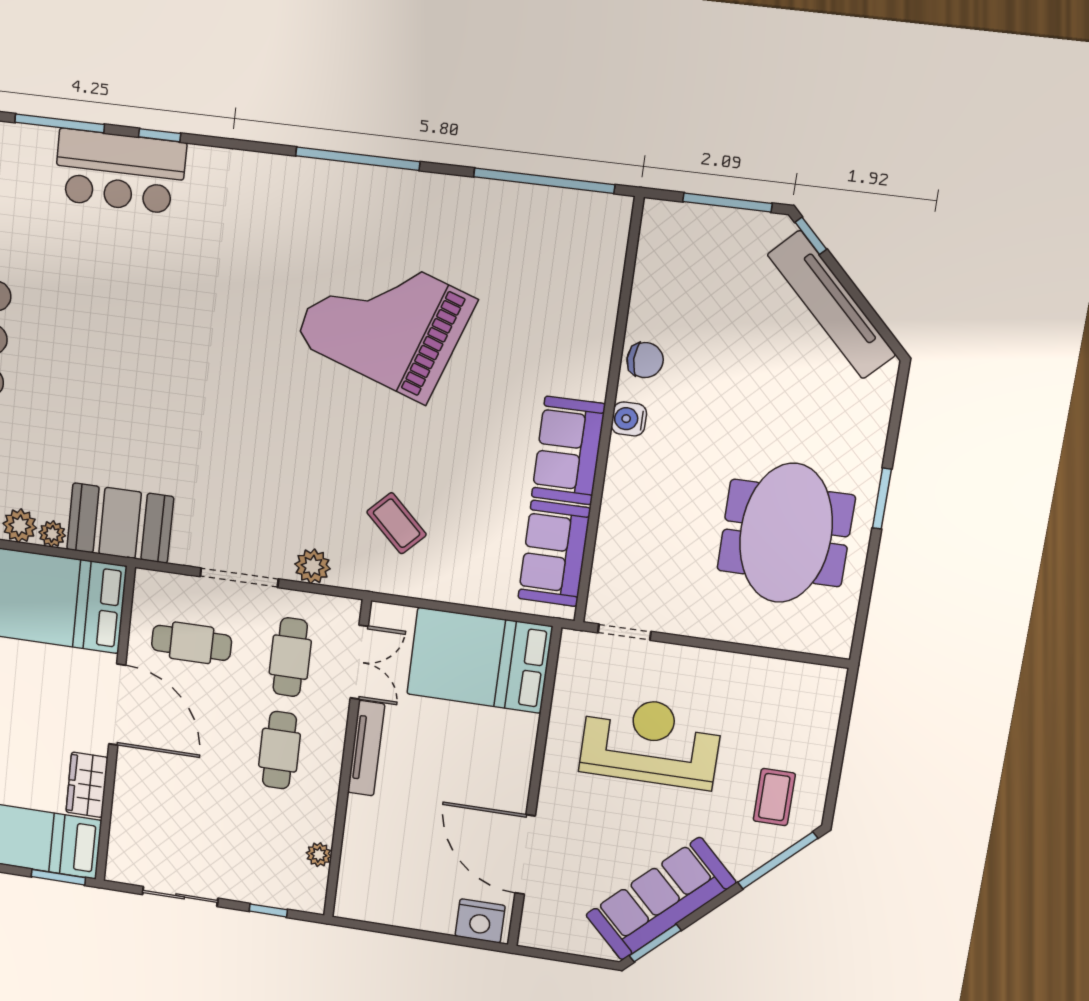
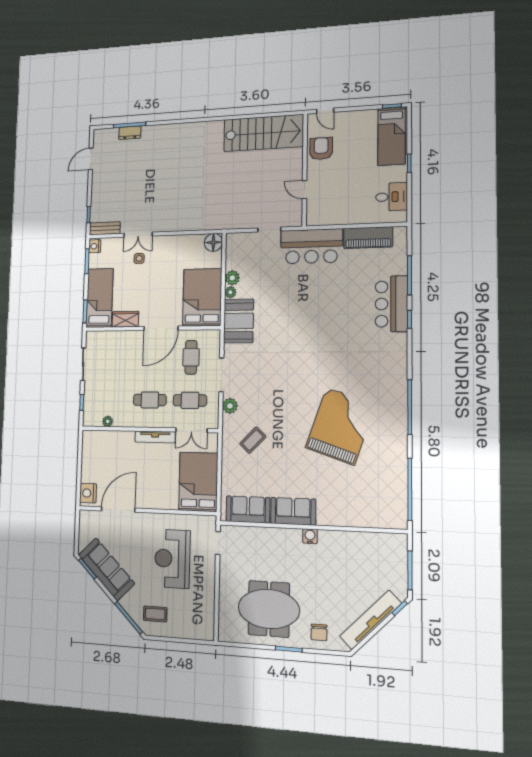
chair: (645, 360) -> (319, 632), moved
reception desk: (651, 742) -> (172, 559), turned 180

